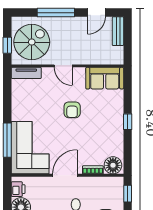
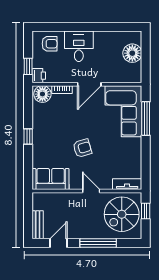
armchair: (72, 110) -> (82, 148), turned 74
printer: (18, 189) -> (39, 76), moved, turned 180

